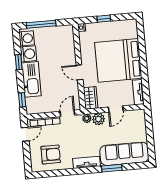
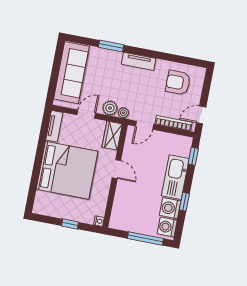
sofa: (124, 154) -> (71, 73), moved, turned -90

